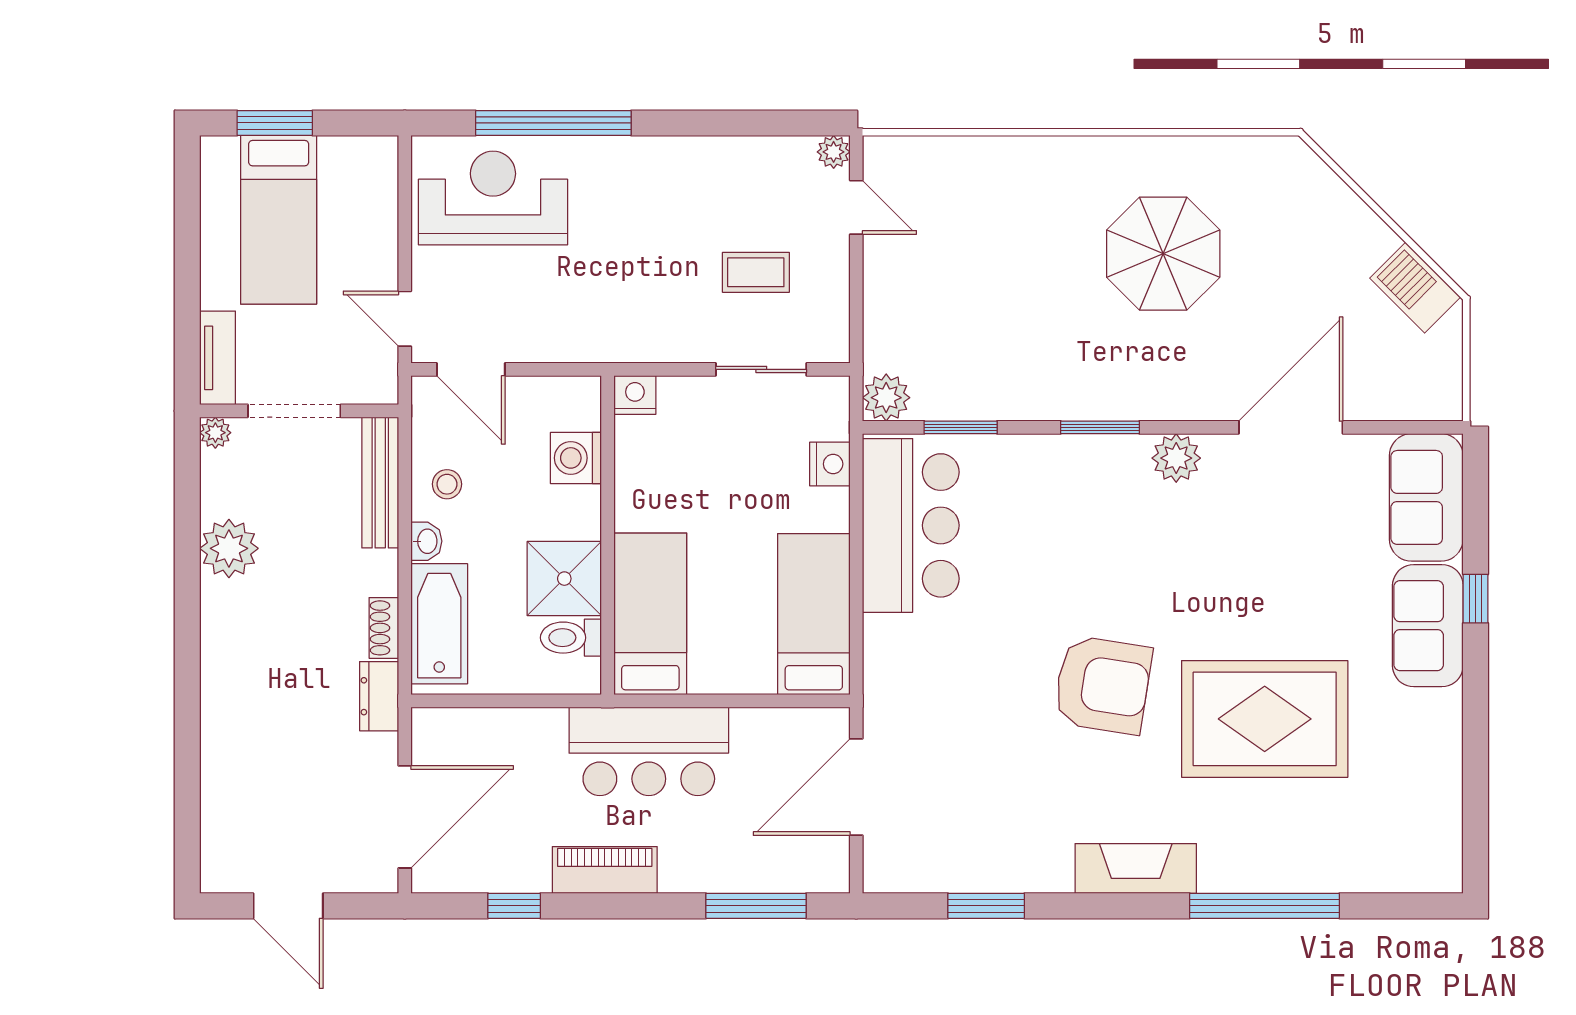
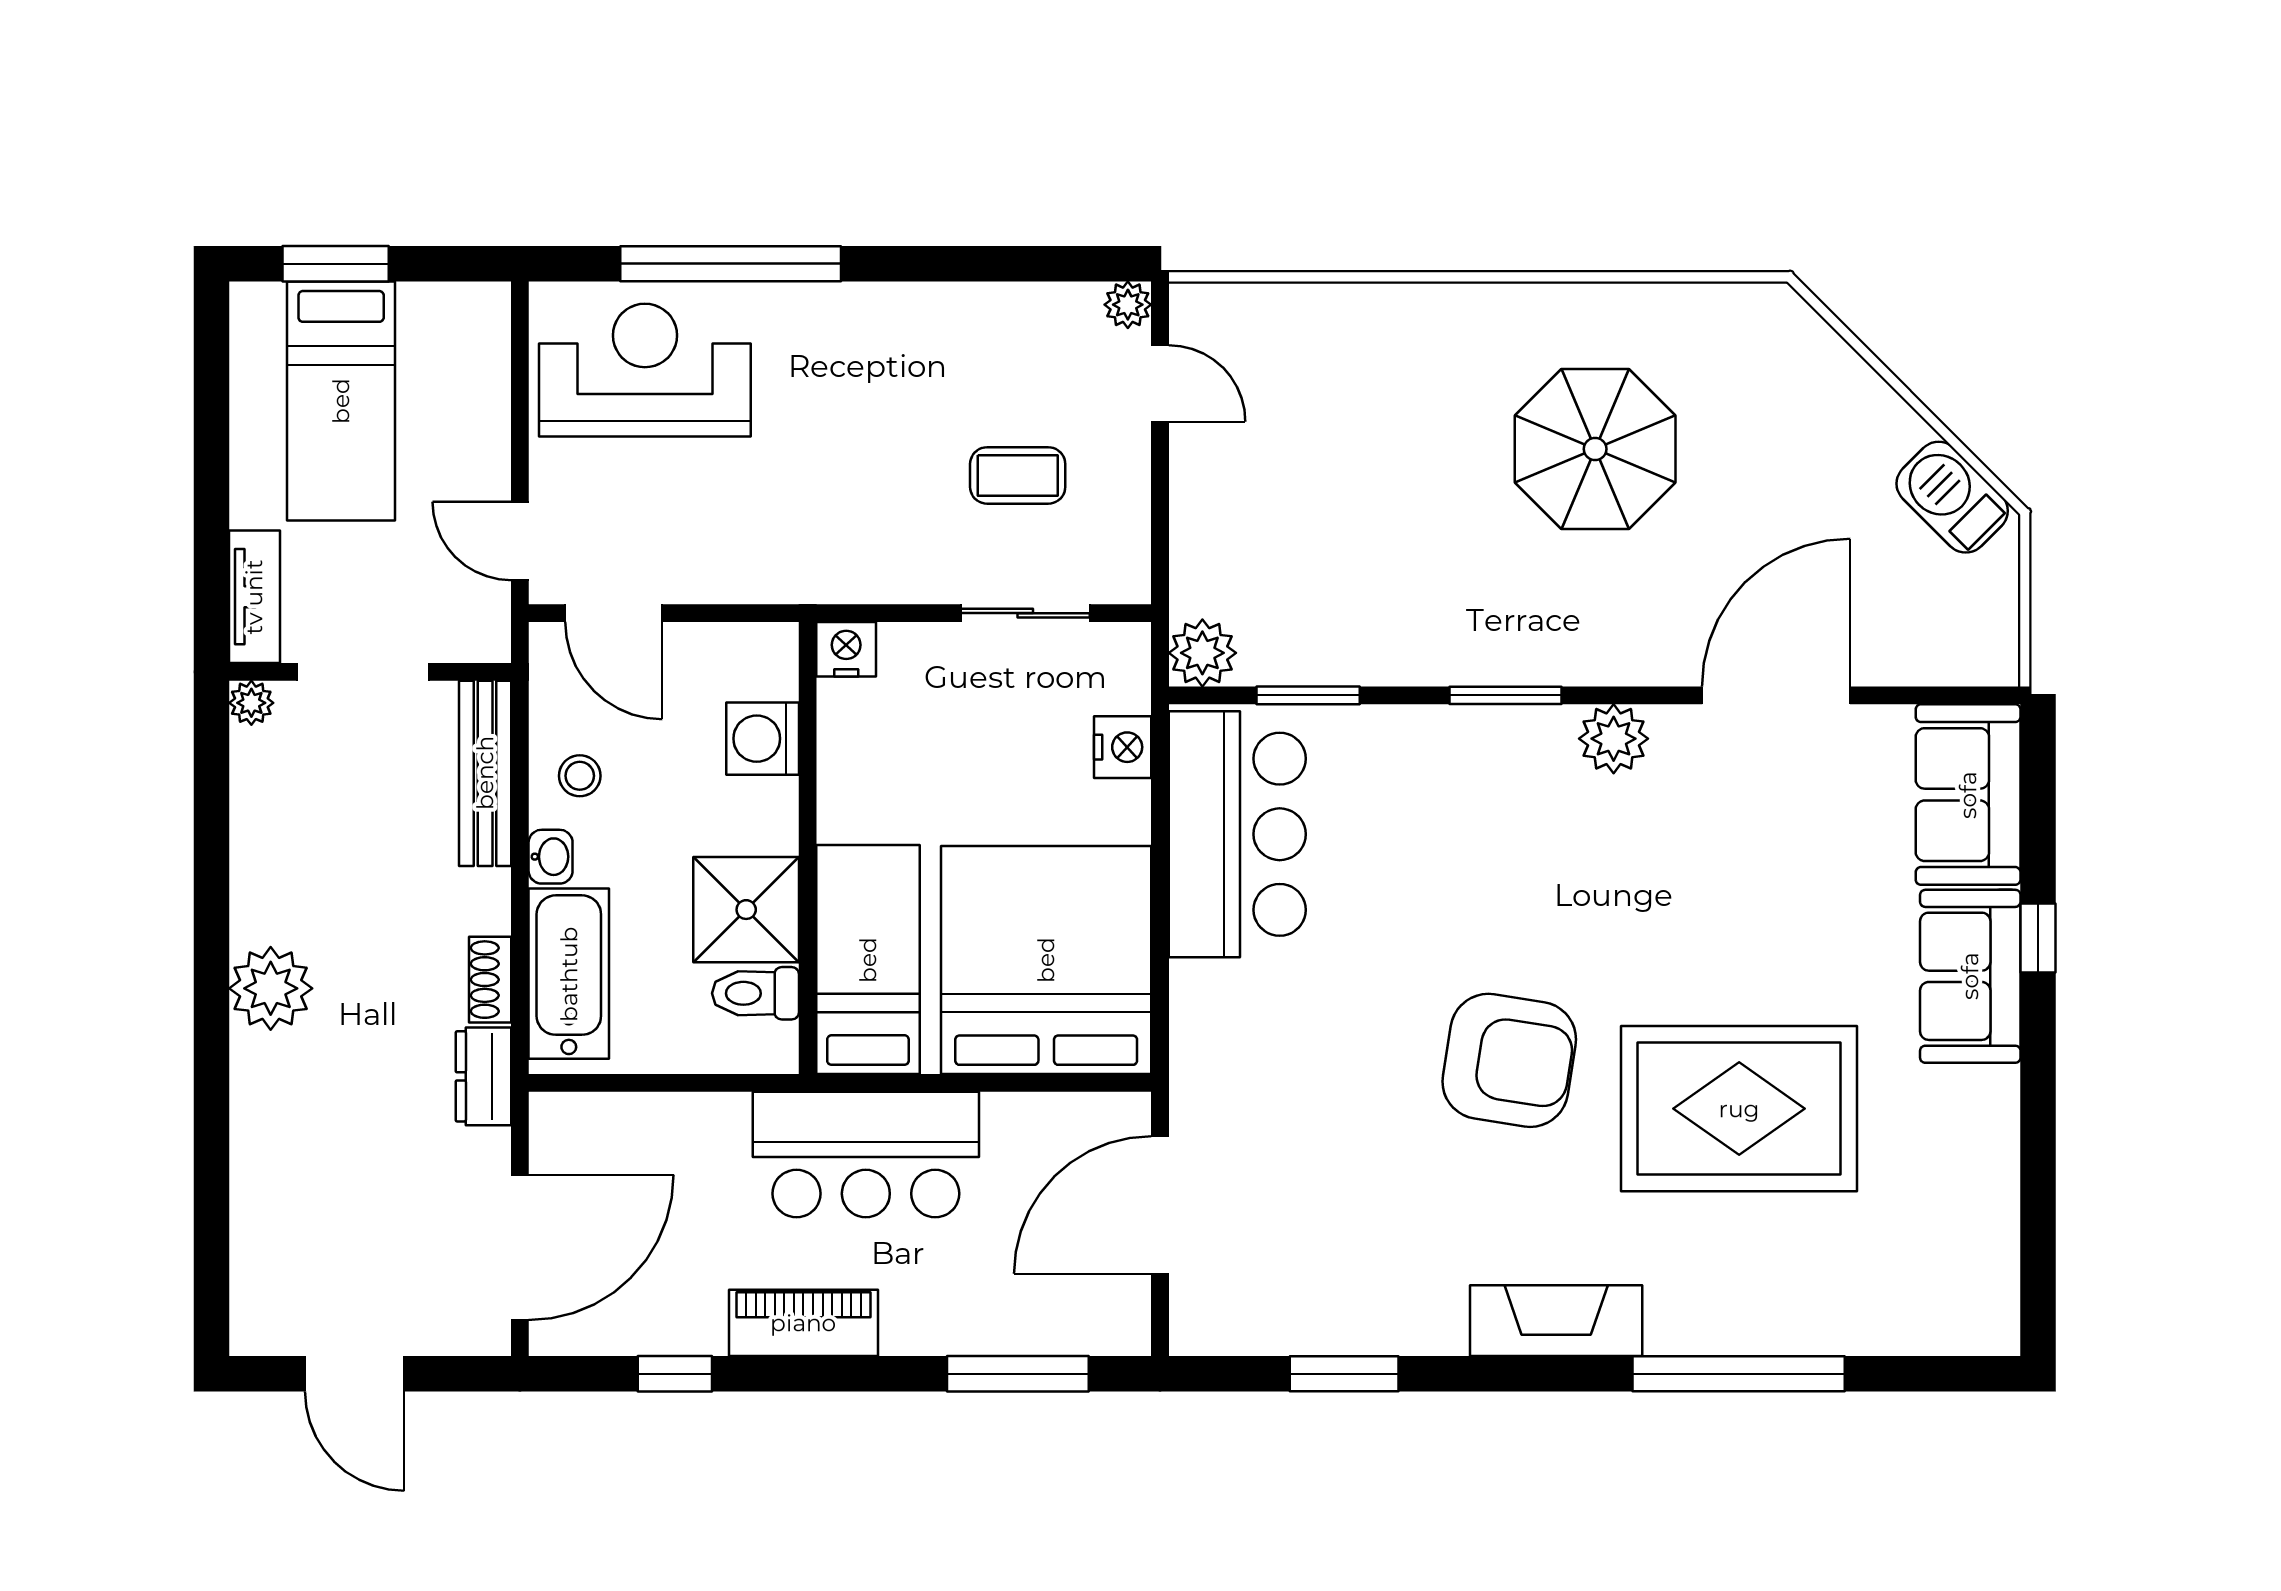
plant: (229, 548) -> (271, 988), moved
bed: (814, 614) -> (1046, 960), width x2.04

